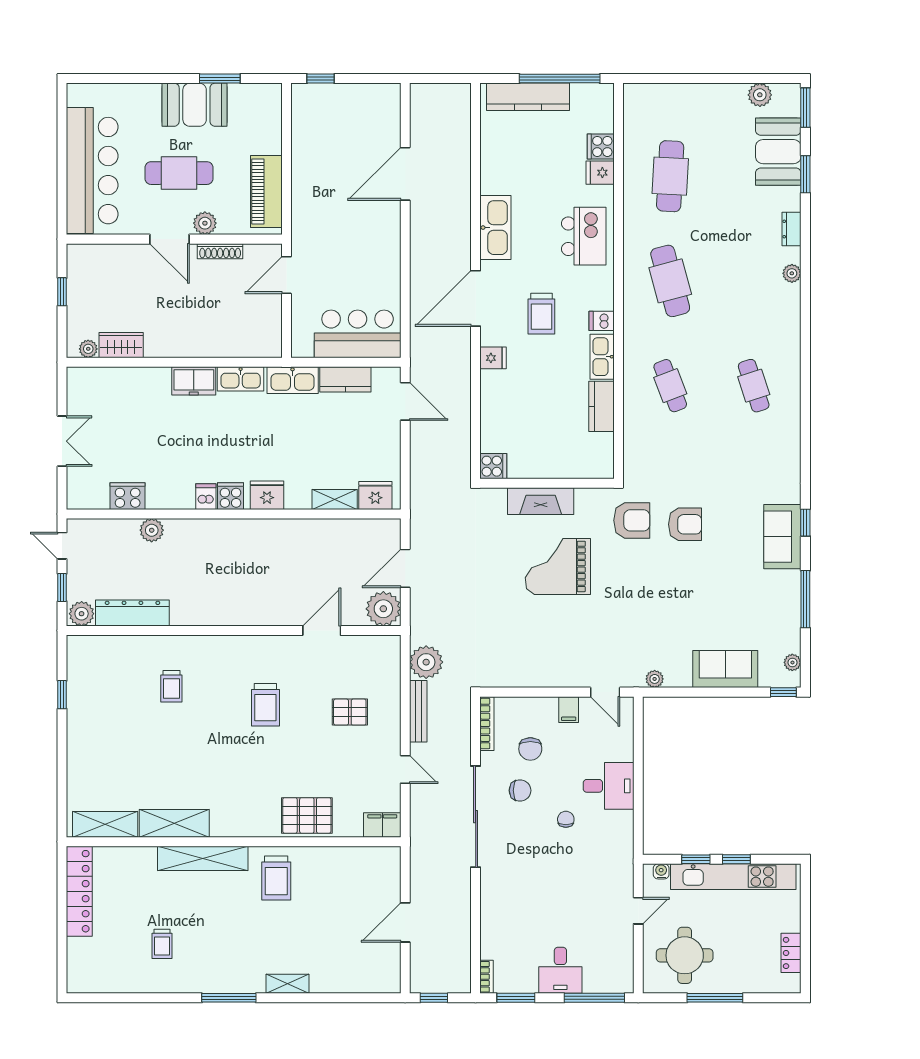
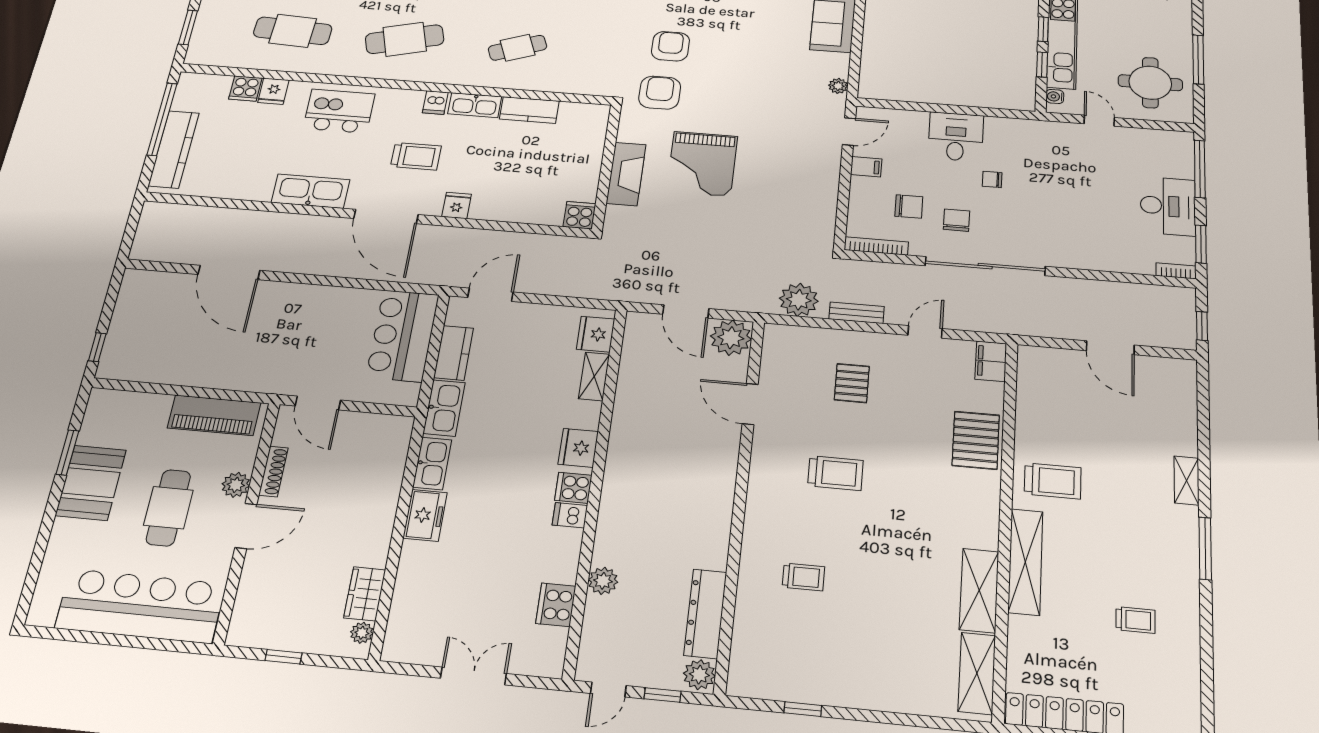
window: (665, 79) -> (188, 27), added
bench: (418, 711) -> (856, 313), width x0.73
desk: (560, 970) -> (1168, 206), width x1.37

